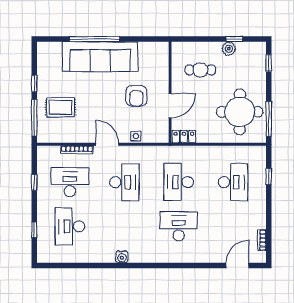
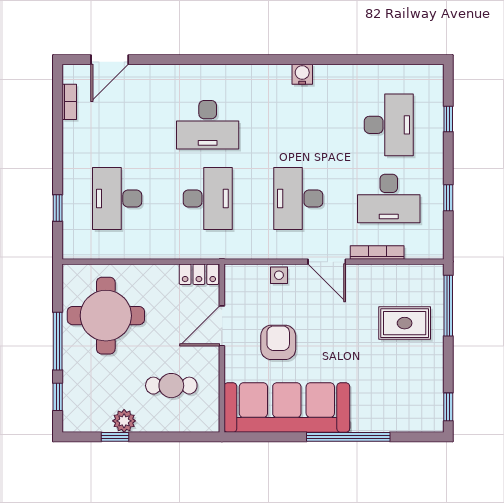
sofa: (100, 57) -> (287, 408), moved
window: (34, 83) -> (448, 407), moved
window: (269, 119) -> (58, 341), moved

